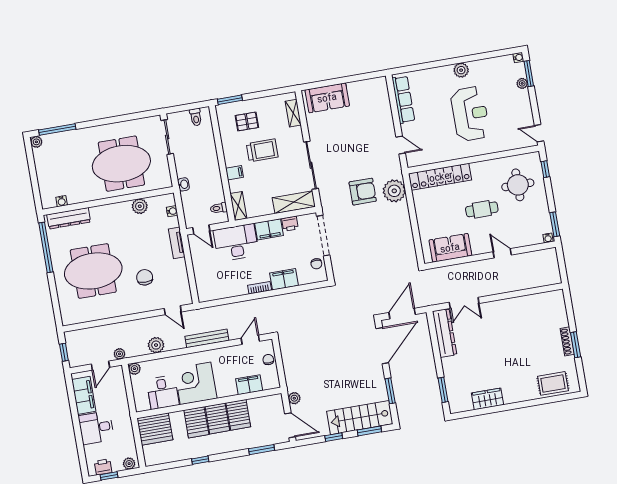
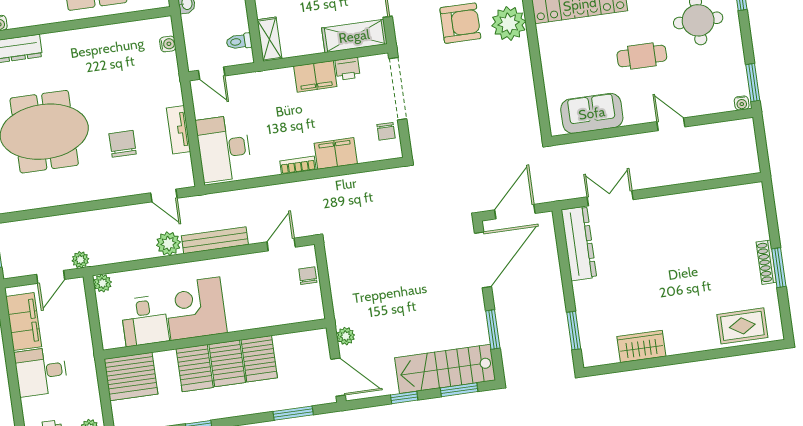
plant: (140, 206) -> (118, 35), removed
tv unit: (177, 243) -> (179, 130), moved
desk: (236, 243) -> (224, 148), moved, turned -90
double door: (464, 303) -> (610, 198), swing flipped
plant: (156, 345) -> (168, 244), moved
filing cabinet: (249, 385) -> (277, 313), removed

